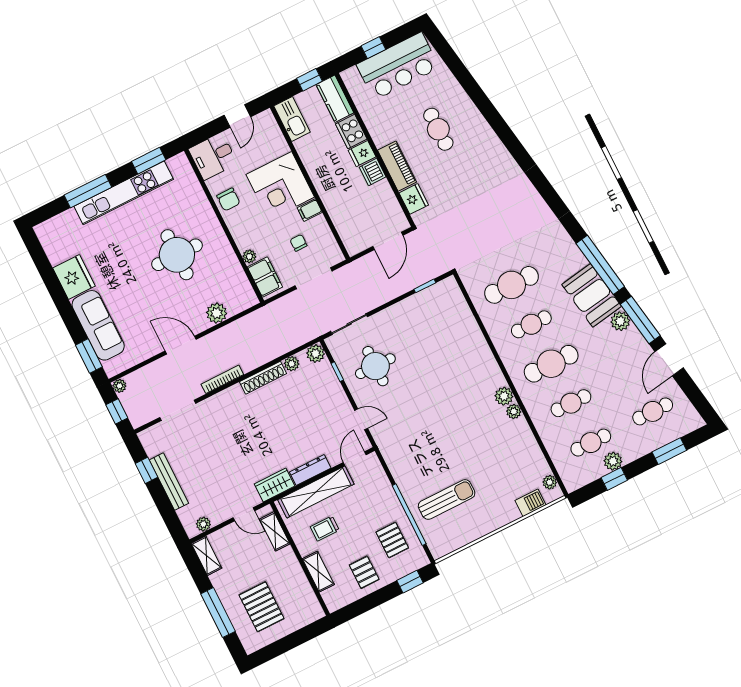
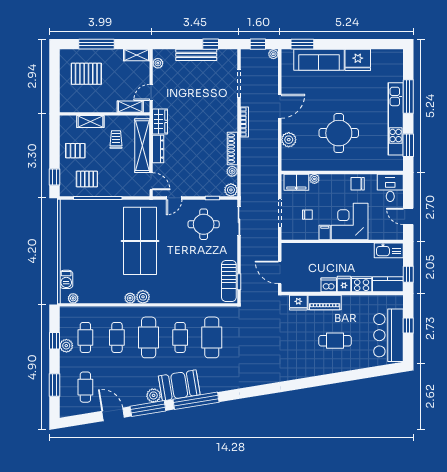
table tennis table: (436, 435) -> (140, 241), added
sun lounger: (447, 500) -> (229, 281), moved

